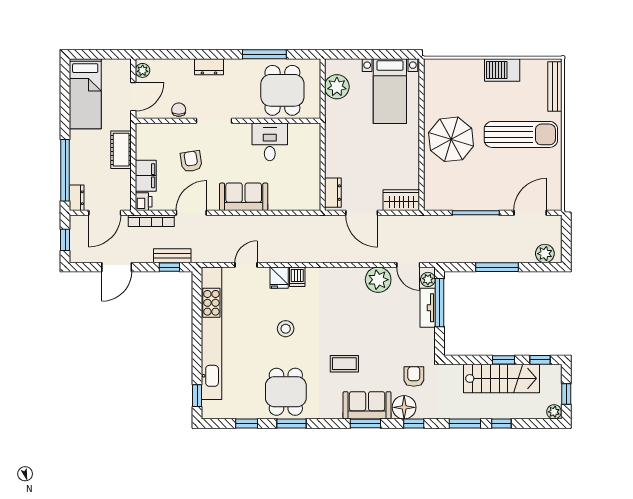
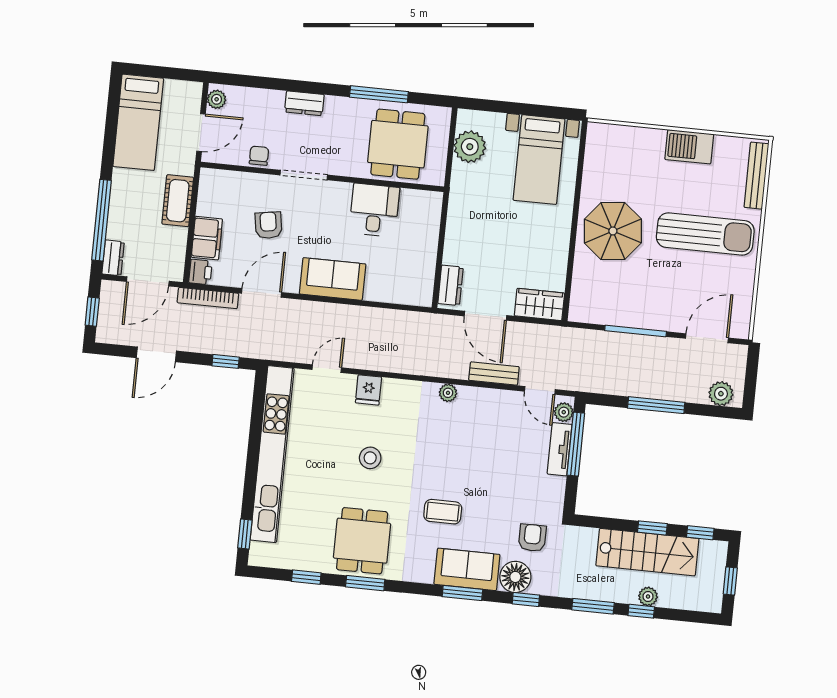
bench: (172, 256) -> (494, 374), moved
dishwasher: (297, 277) -> (392, 391), removed
plant: (378, 280) -> (448, 393), moved, width x0.53, depth x0.53
plant: (554, 412) -> (648, 596), moved

